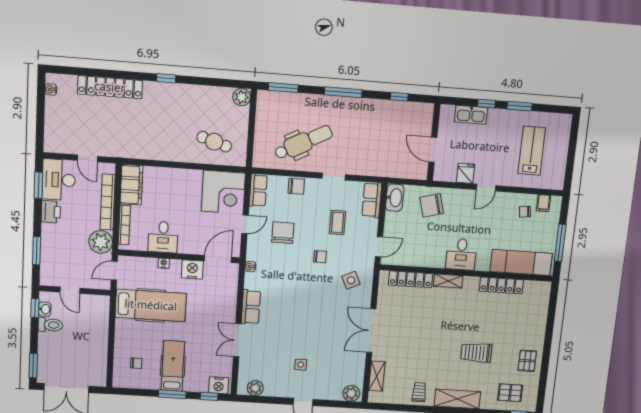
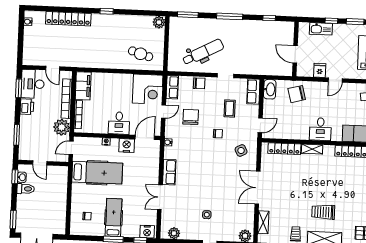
desk: (163, 237) -> (119, 123), moved
trolley: (476, 353) -> (323, 212), moved

